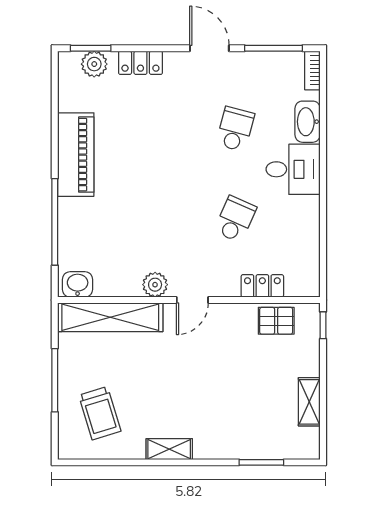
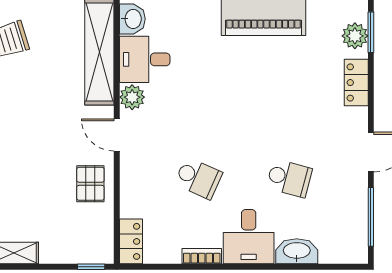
bookcase: (312, 70) -> (202, 256), moved
desk: (118, 272) -> (145, 59), added
locker: (262, 286) -> (131, 241), moved
pallet: (276, 321) -> (90, 184), moved

